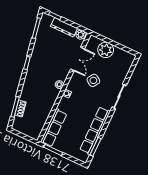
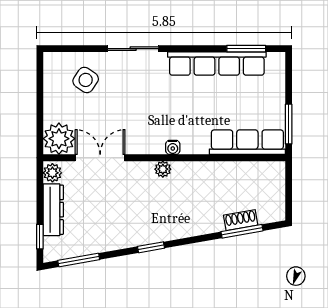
plant: (106, 50) -> (59, 139), moved
side table: (93, 80) -> (86, 80), moved

